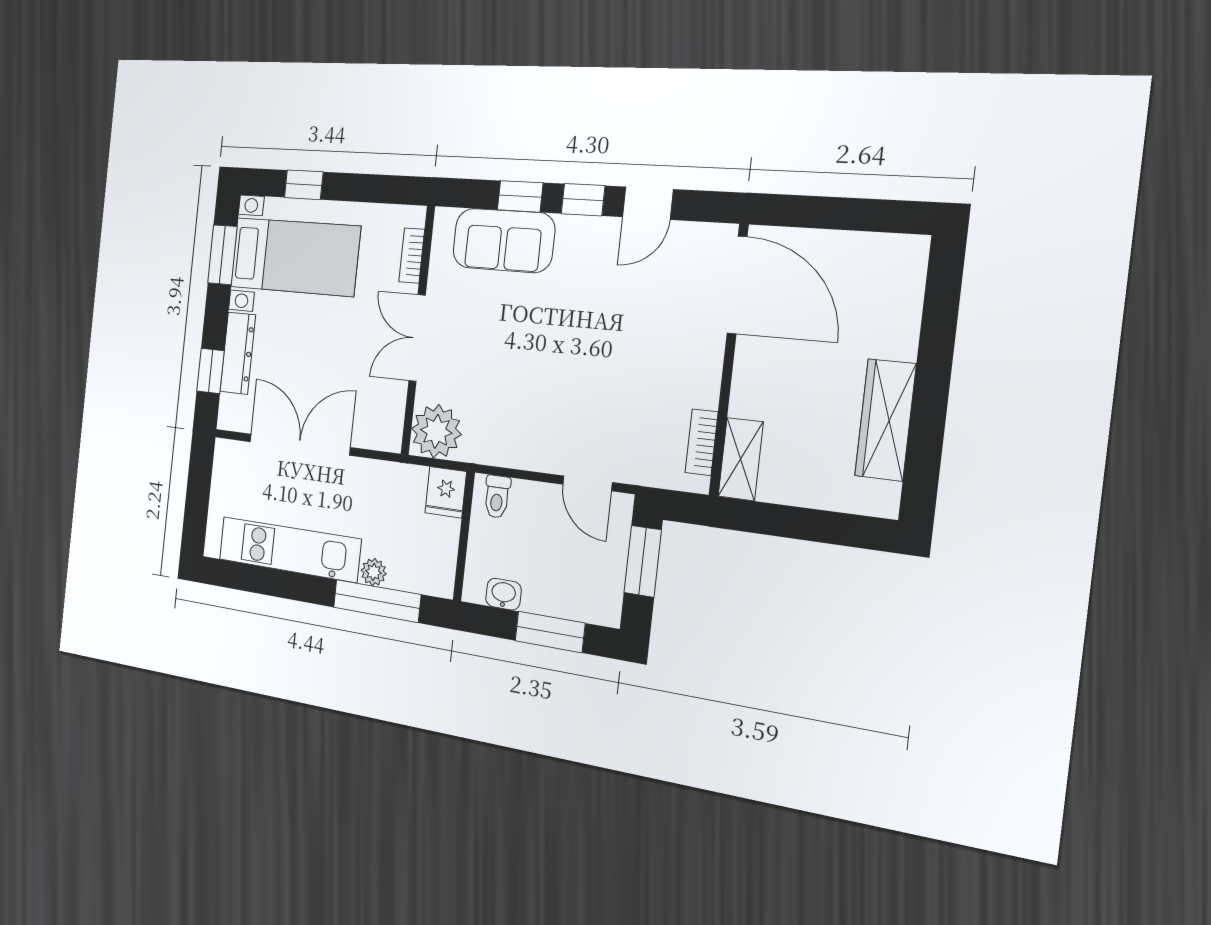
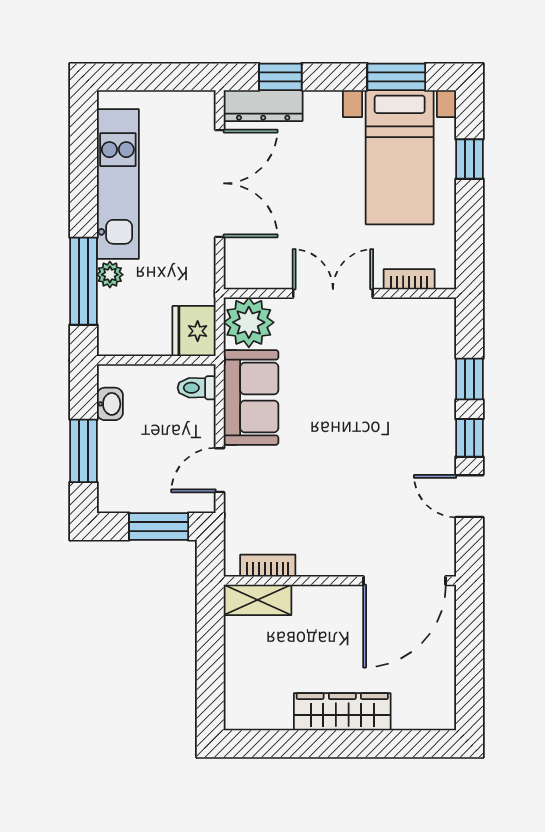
sofa: (504, 240) -> (251, 397), moved, turned 180
dresser: (238, 353) -> (263, 106), moved
wardrobe: (885, 420) -> (342, 712), moved
fridge: (446, 492) -> (194, 331), width x1.38

